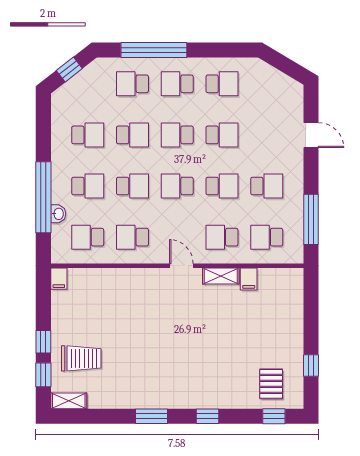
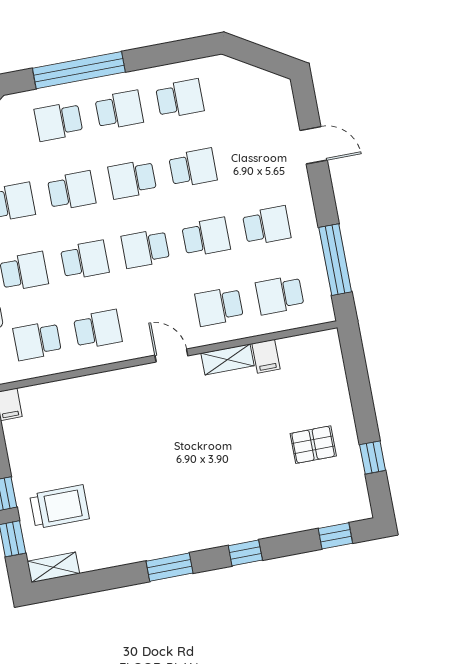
school desk: (177, 84) -> (119, 110), turned 180
school desk: (132, 237) -> (98, 329), turned 180
pallet: (271, 384) -> (313, 445), moved, turned 90

